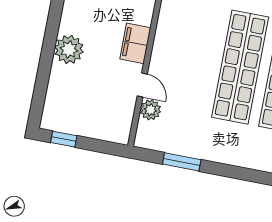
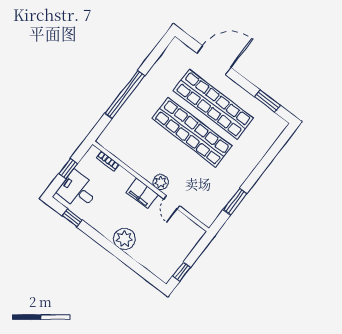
door: (142, 85) -> (172, 202), swing flipped
plant: (150, 110) -> (161, 182), moved

